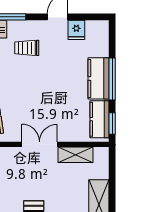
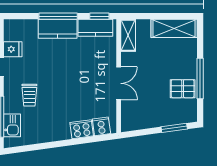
double door: (40, 144) -> (119, 83), swing flipped
shelving: (76, 155) -> (128, 35), moved

